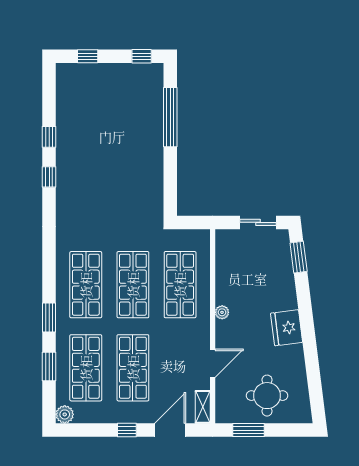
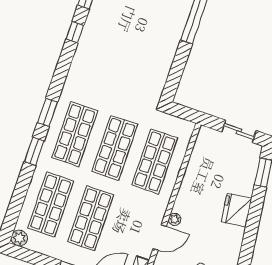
plant: (222, 312) -> (175, 219), moved
fridge: (287, 328) -> (236, 210), moved
window: (49, 366) -> (47, 112), moved

